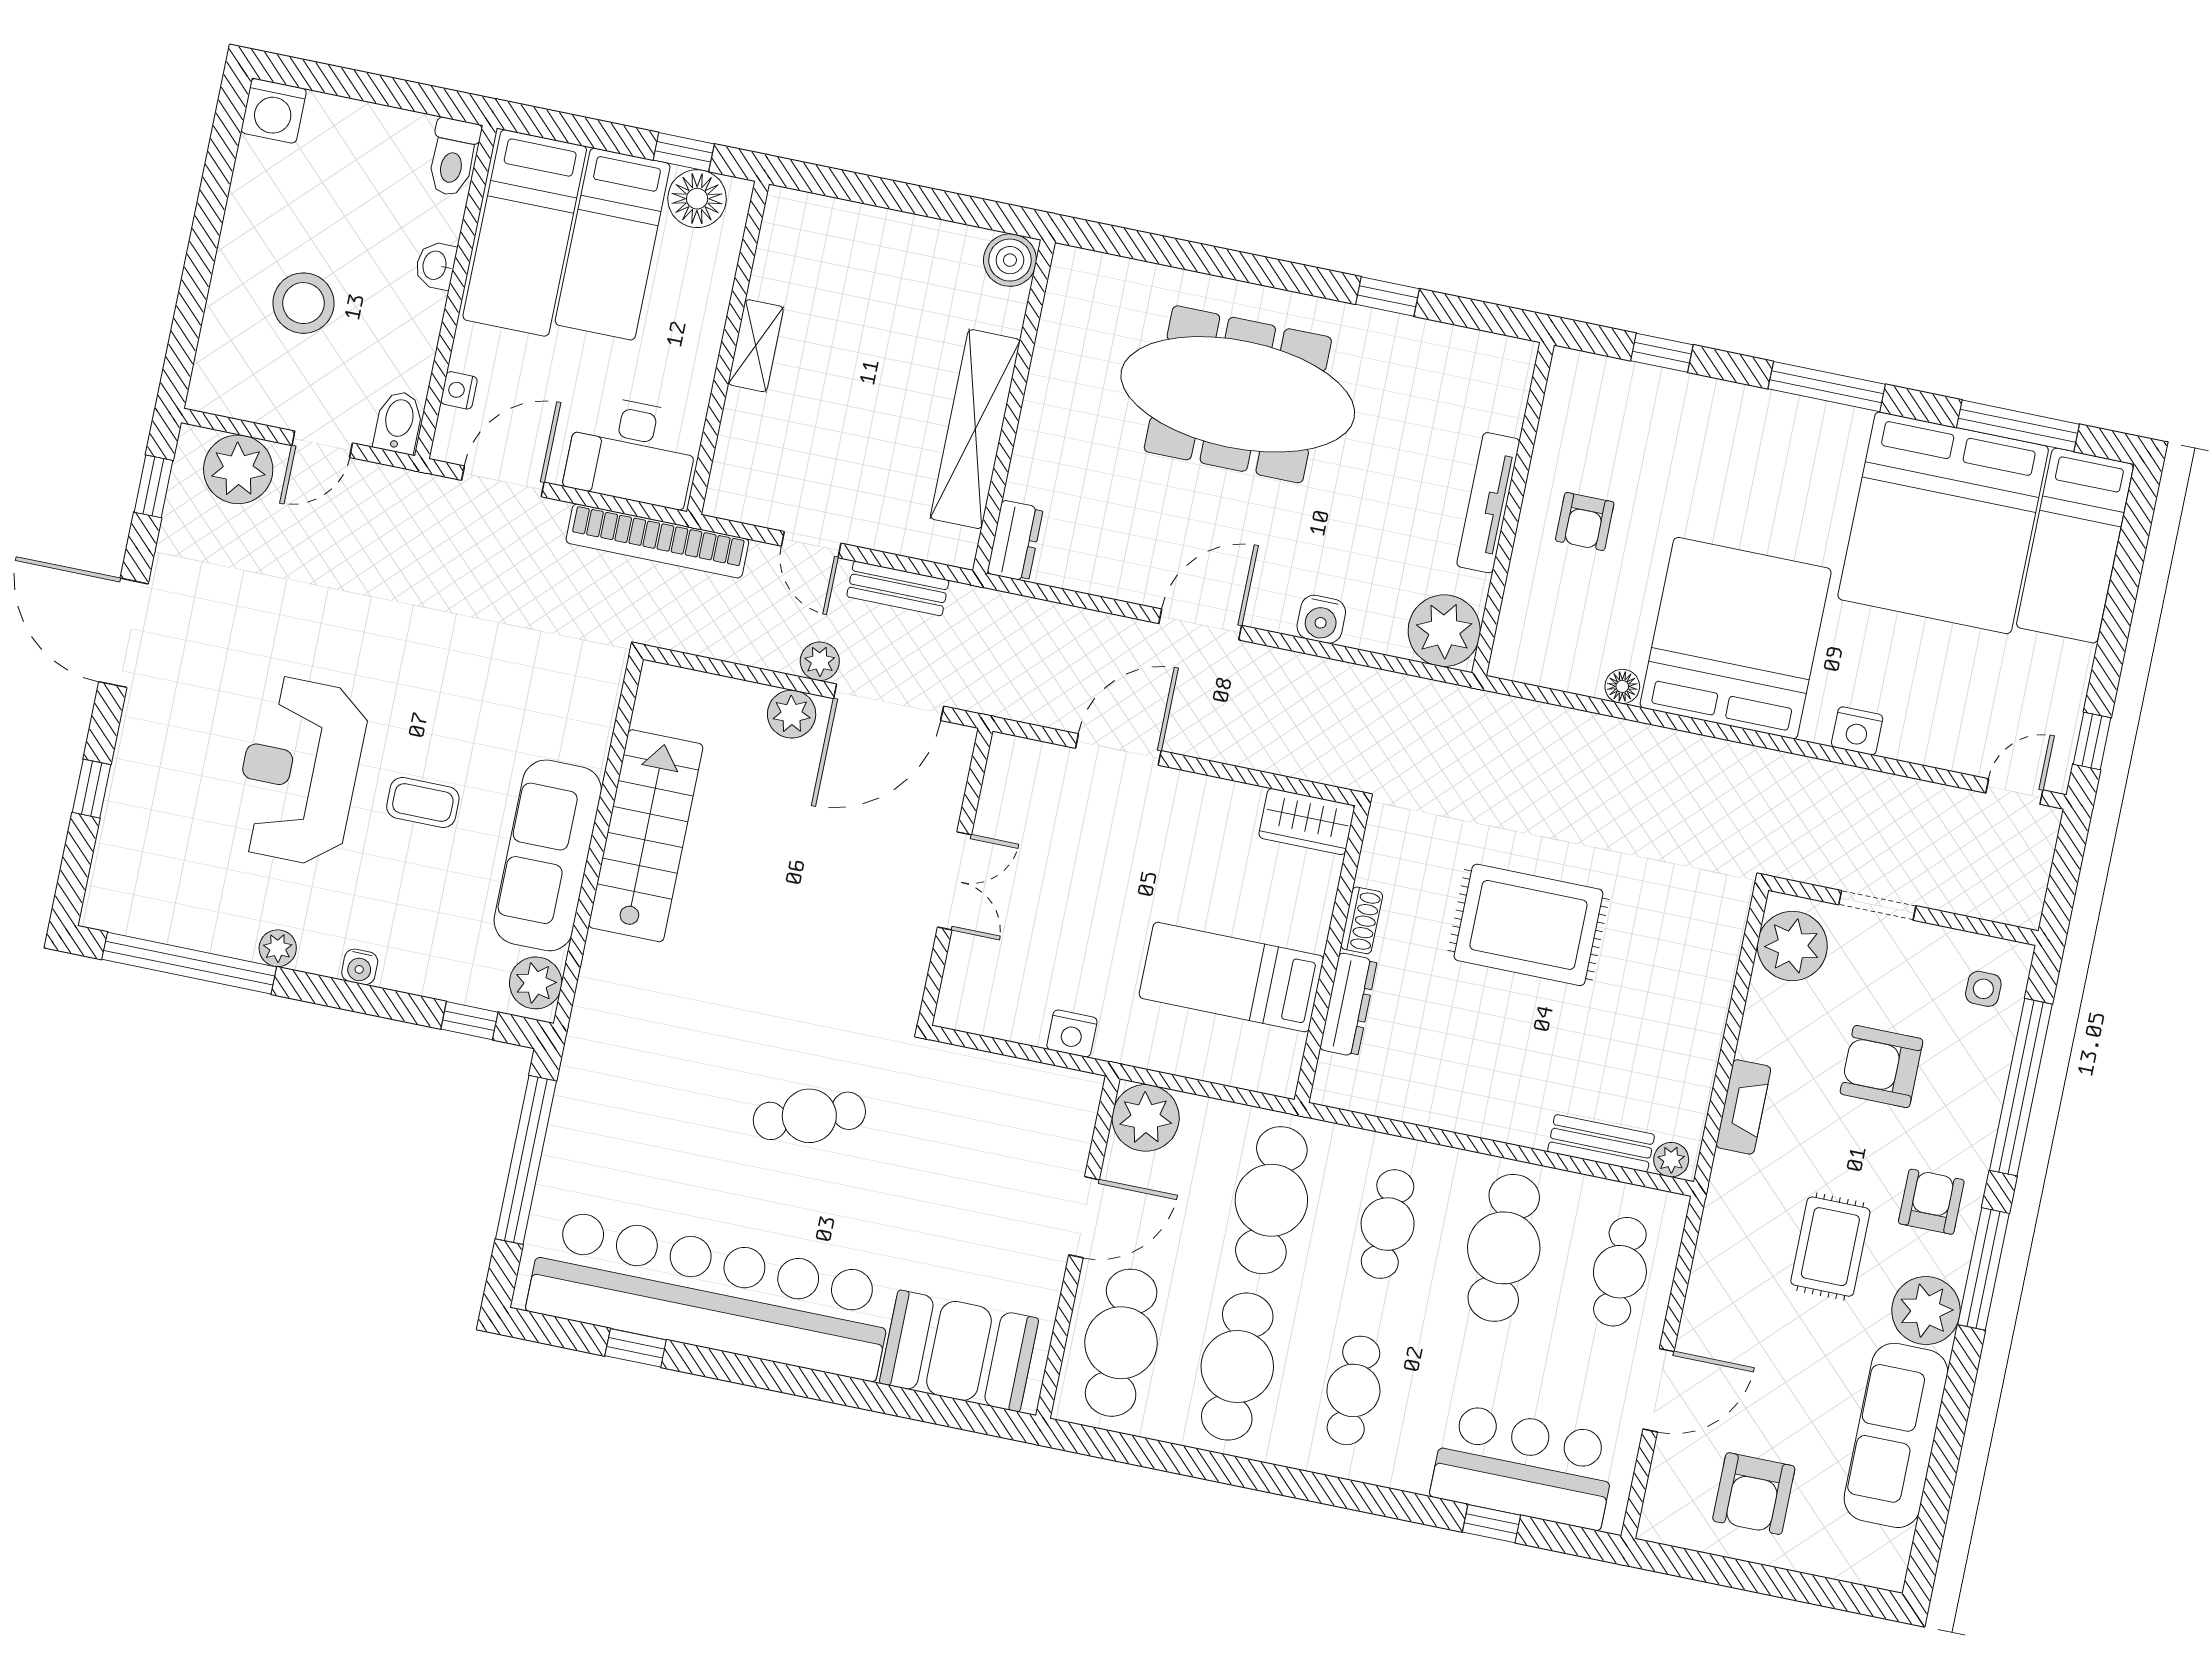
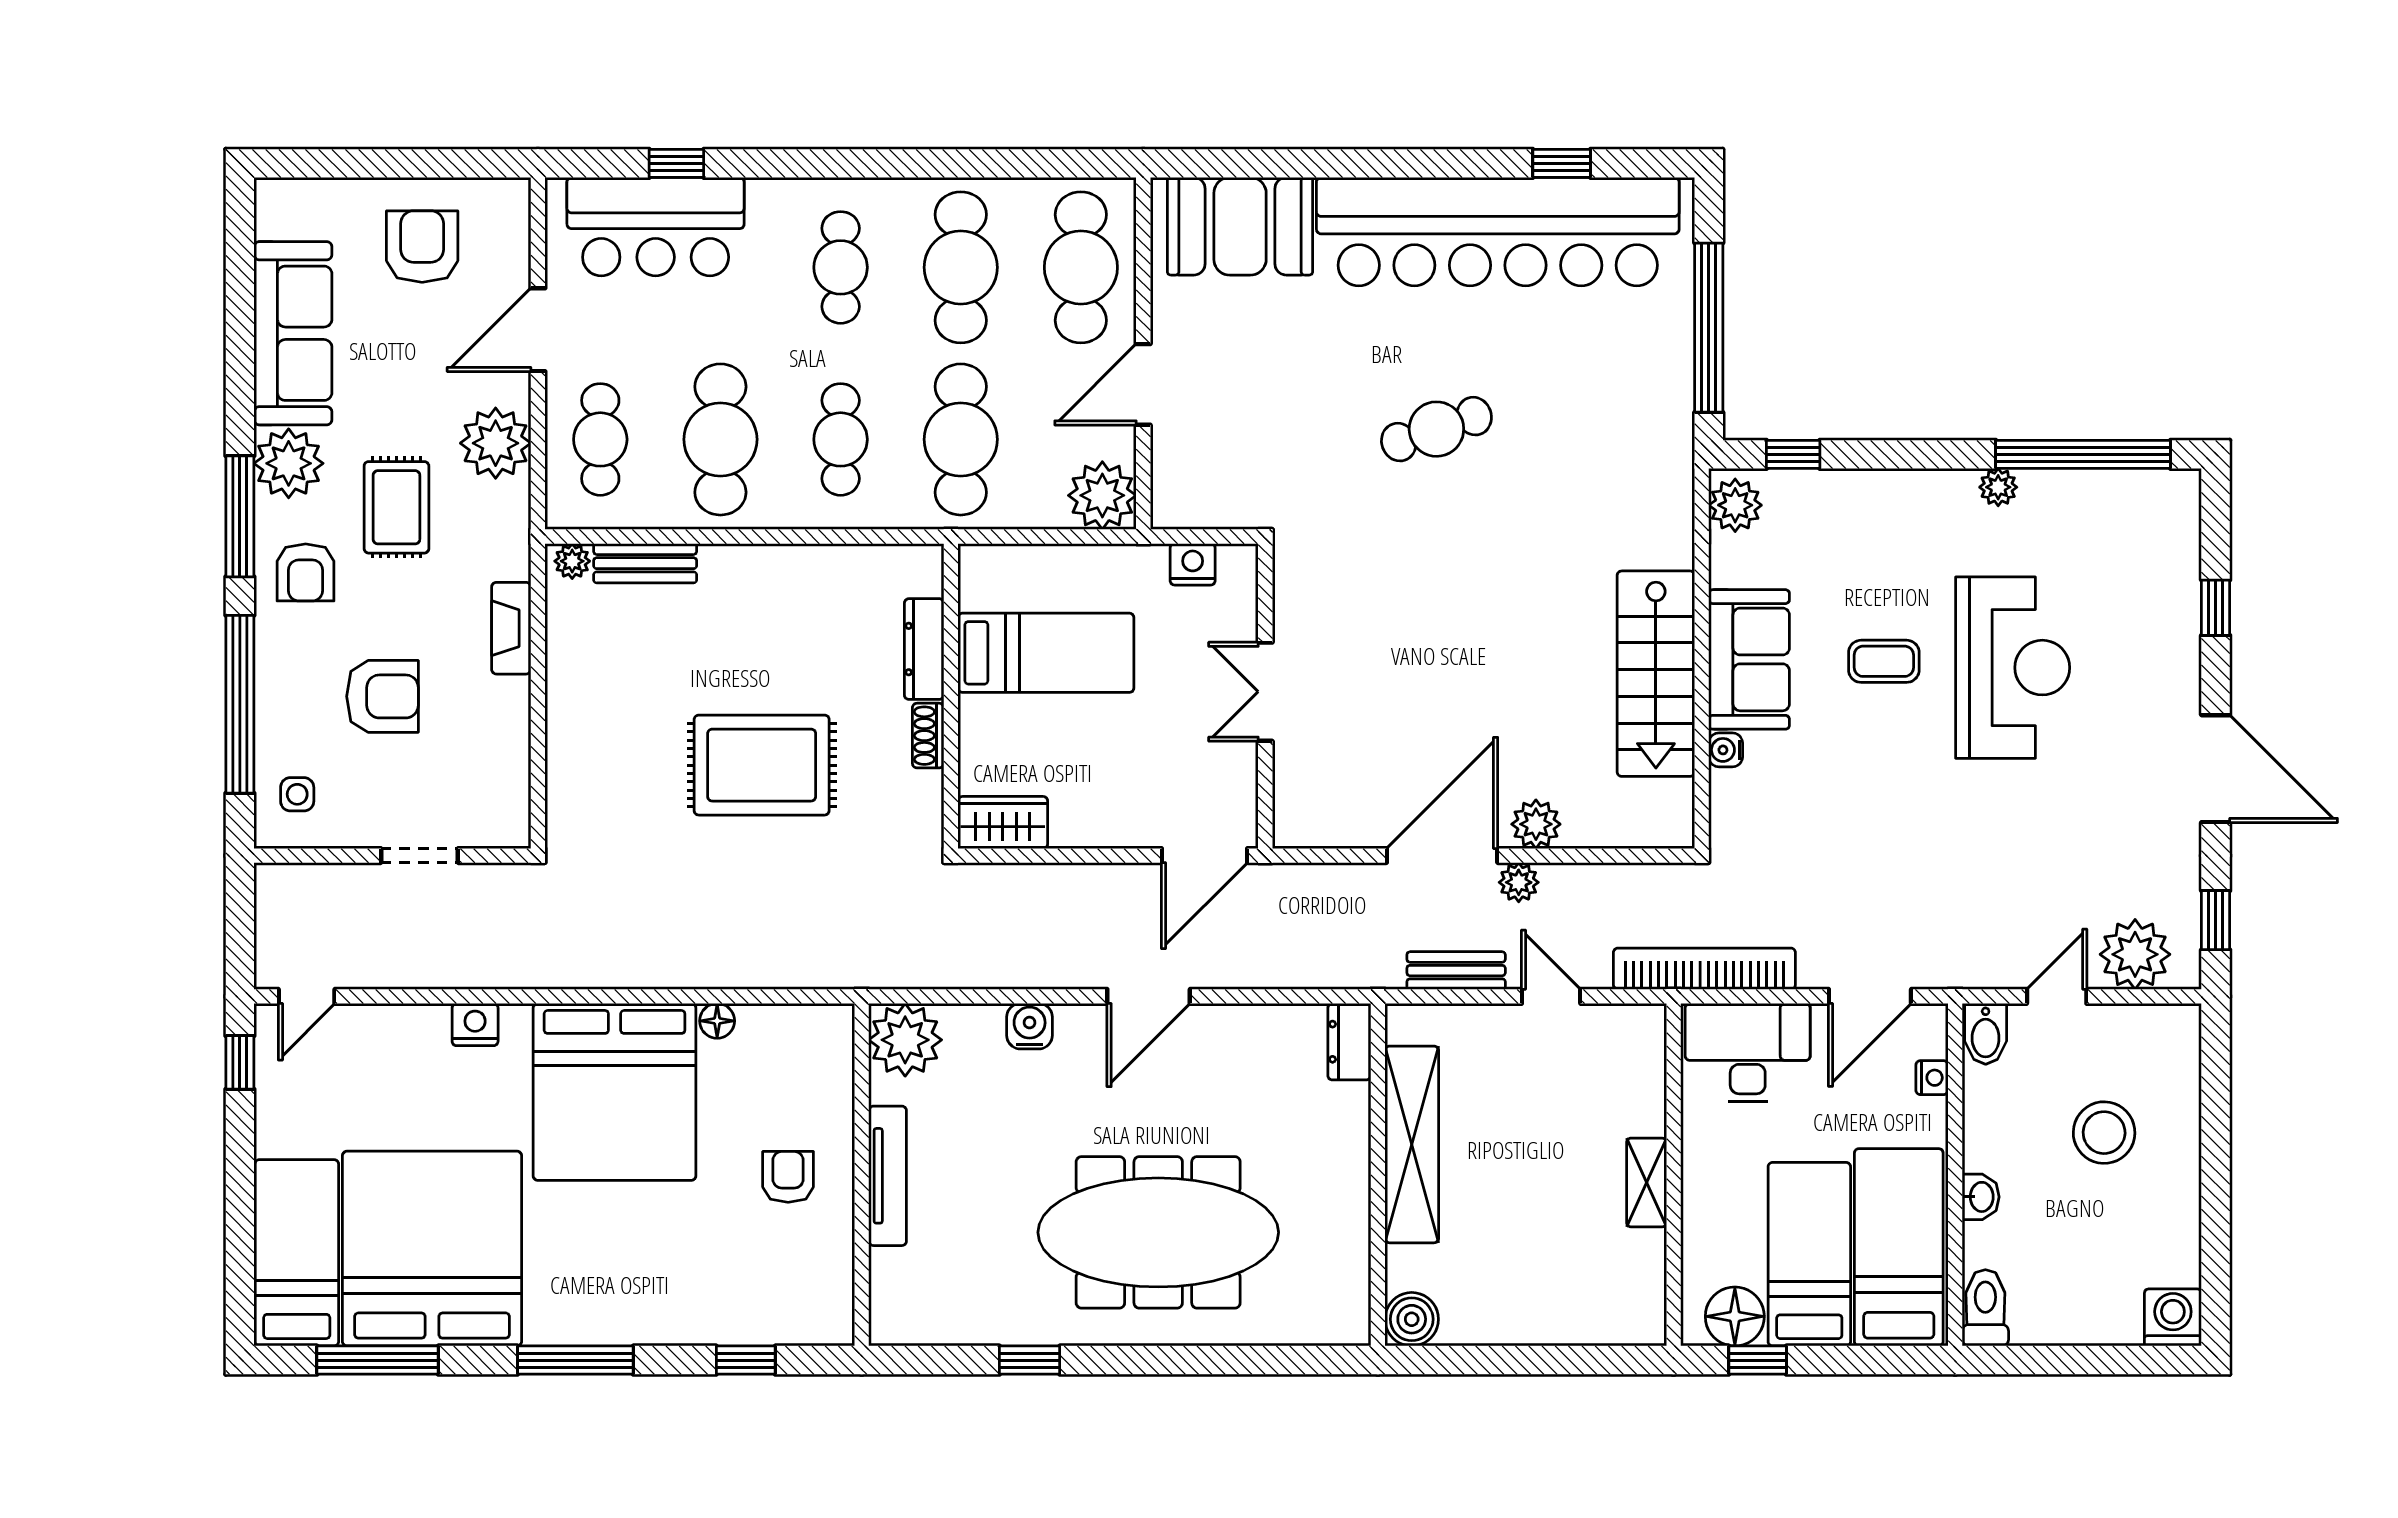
sofa: (548, 855) -> (1749, 659), width x0.73
wall: (955, 877) -> (1265, 696), moved
double door: (954, 881) -> (1265, 692), moved
plant: (1792, 946) -> (496, 443), moved
water cooler: (360, 967) -> (1726, 750), moved, turned -90

